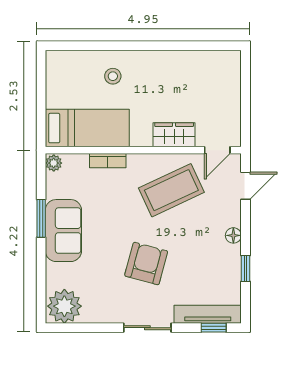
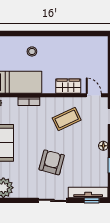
door: (217, 150) -> (94, 95), swing flipped
coffee table: (171, 190) -> (67, 119), width x0.73, depth x0.76

